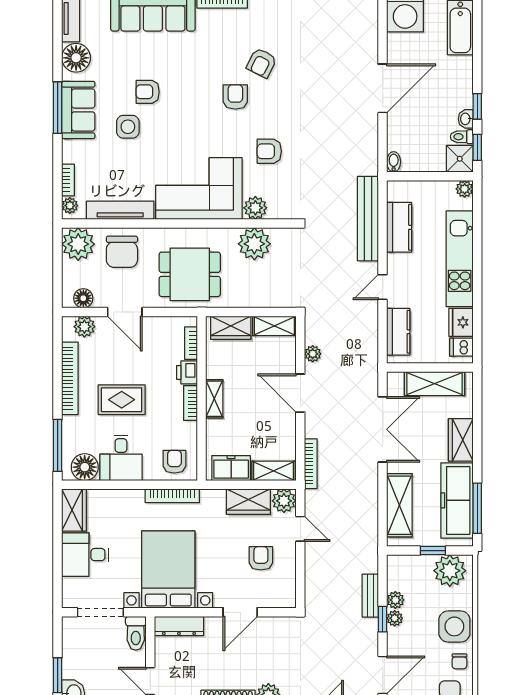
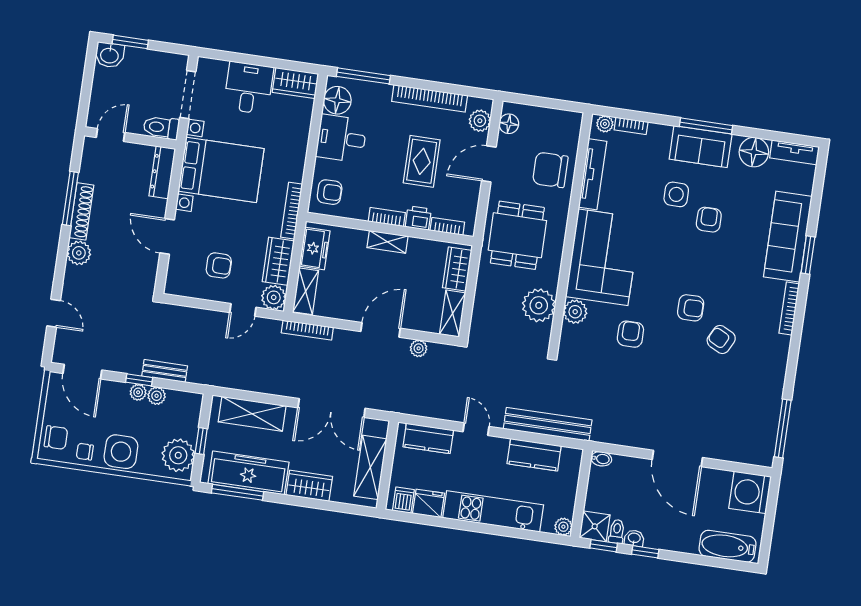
plant: (78, 244) -> (565, 127), removed
rug: (122, 400) -> (422, 161), moved
bookcase: (172, 496) -> (292, 211), moved

